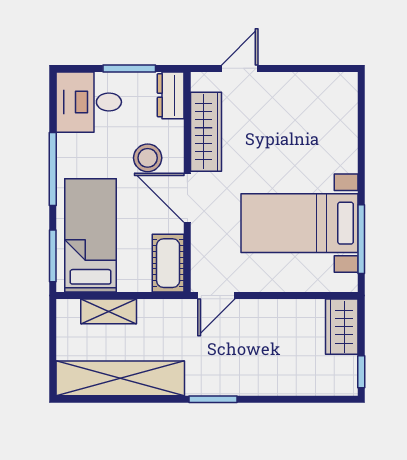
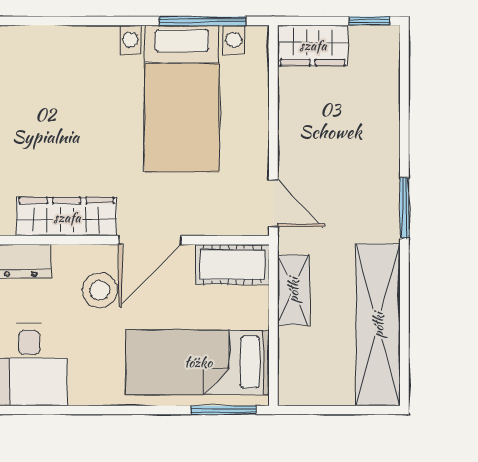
window: (53, 169) -> (114, 410), removed
shelving: (109, 311) -> (293, 290), moved

